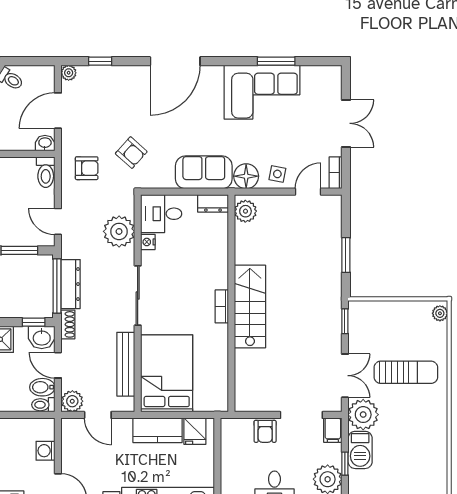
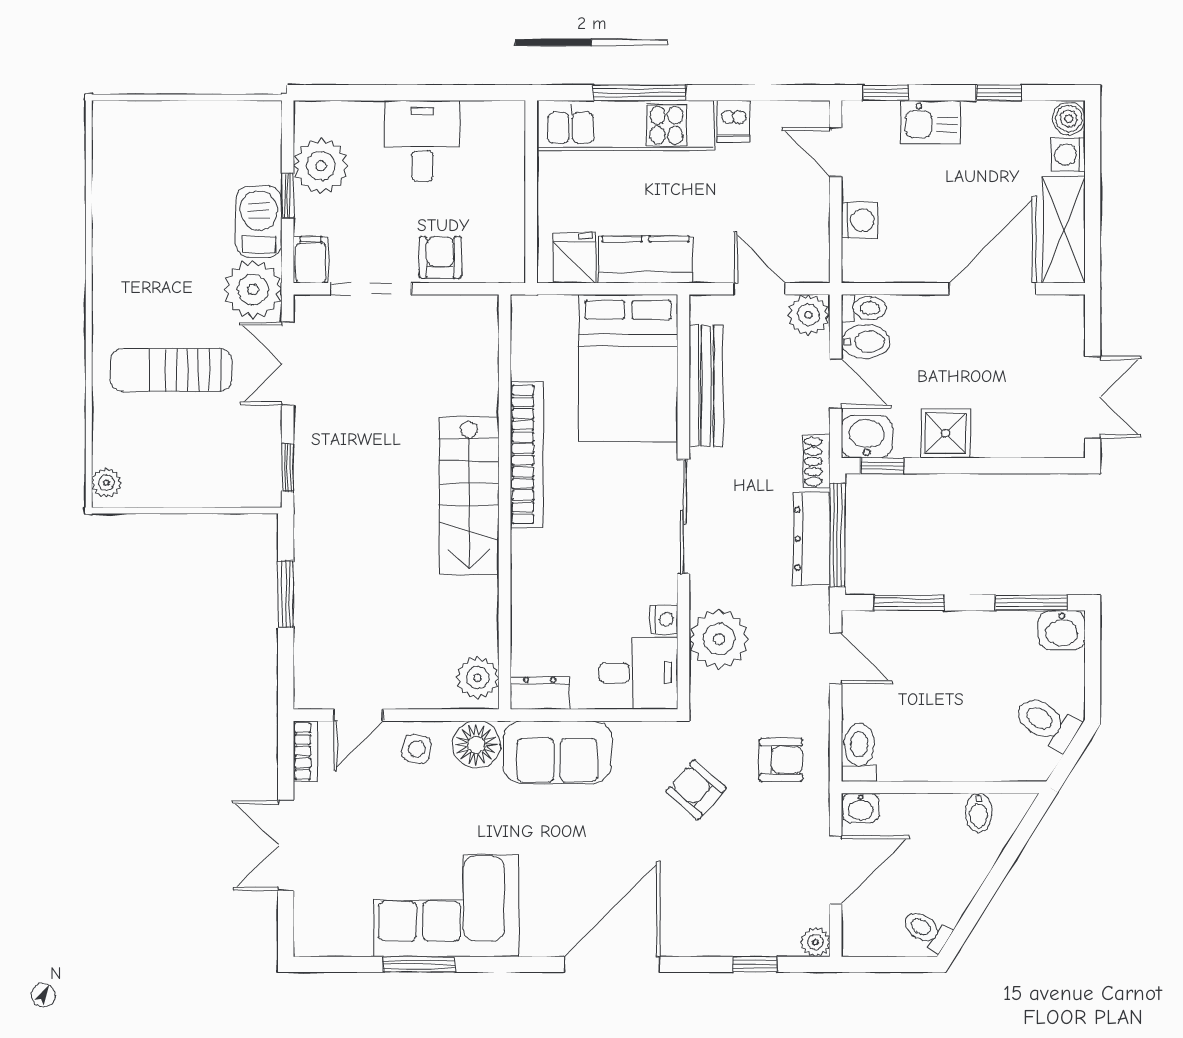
armchair: (87, 168) -> (781, 760), turned 180
bookcase: (222, 306) -> (527, 454), width x2.31, depth x1.31

